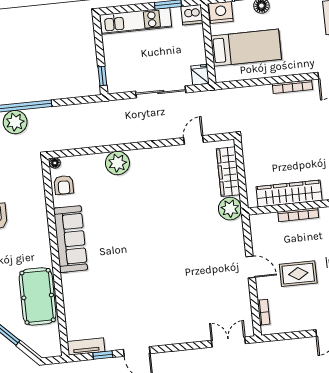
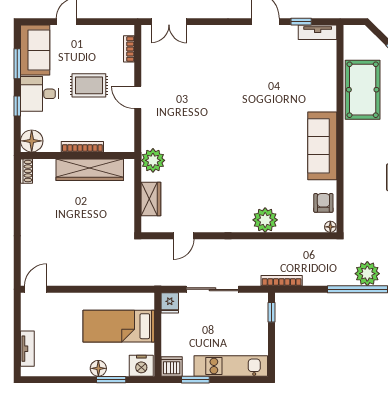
bookcase: (292, 87) -> (282, 281), moved
wardrobe: (228, 172) -> (151, 199), width x0.67

